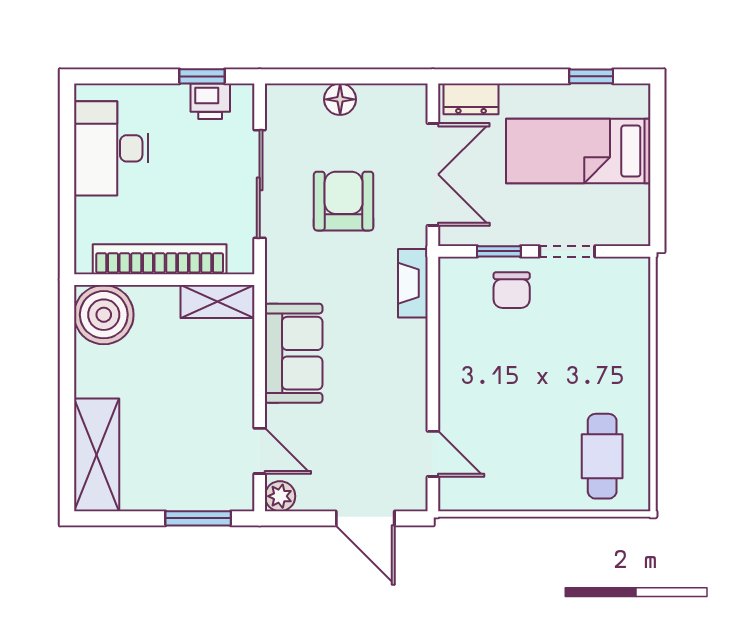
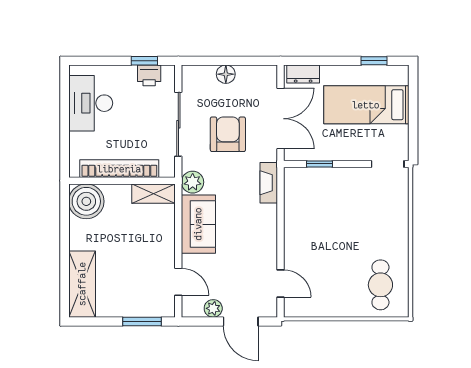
doorway: (567, 251) -> (388, 164), moved
plant: (284, 282) -> (193, 182), added
chair: (512, 290) -> (327, 187), removed
plant: (280, 496) -> (213, 308), moved

